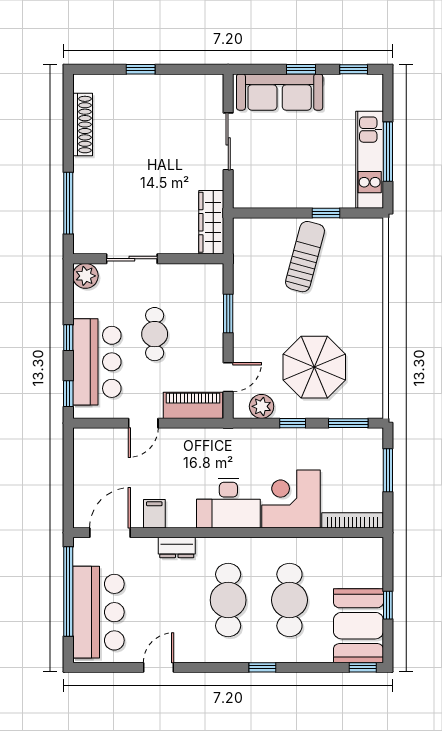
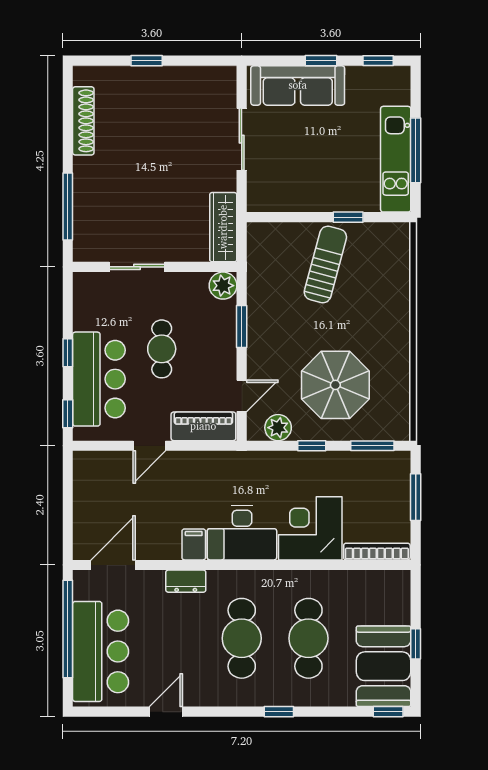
plant: (85, 276) -> (223, 286), moved
filing cabinet: (154, 514) -> (194, 544), moved

